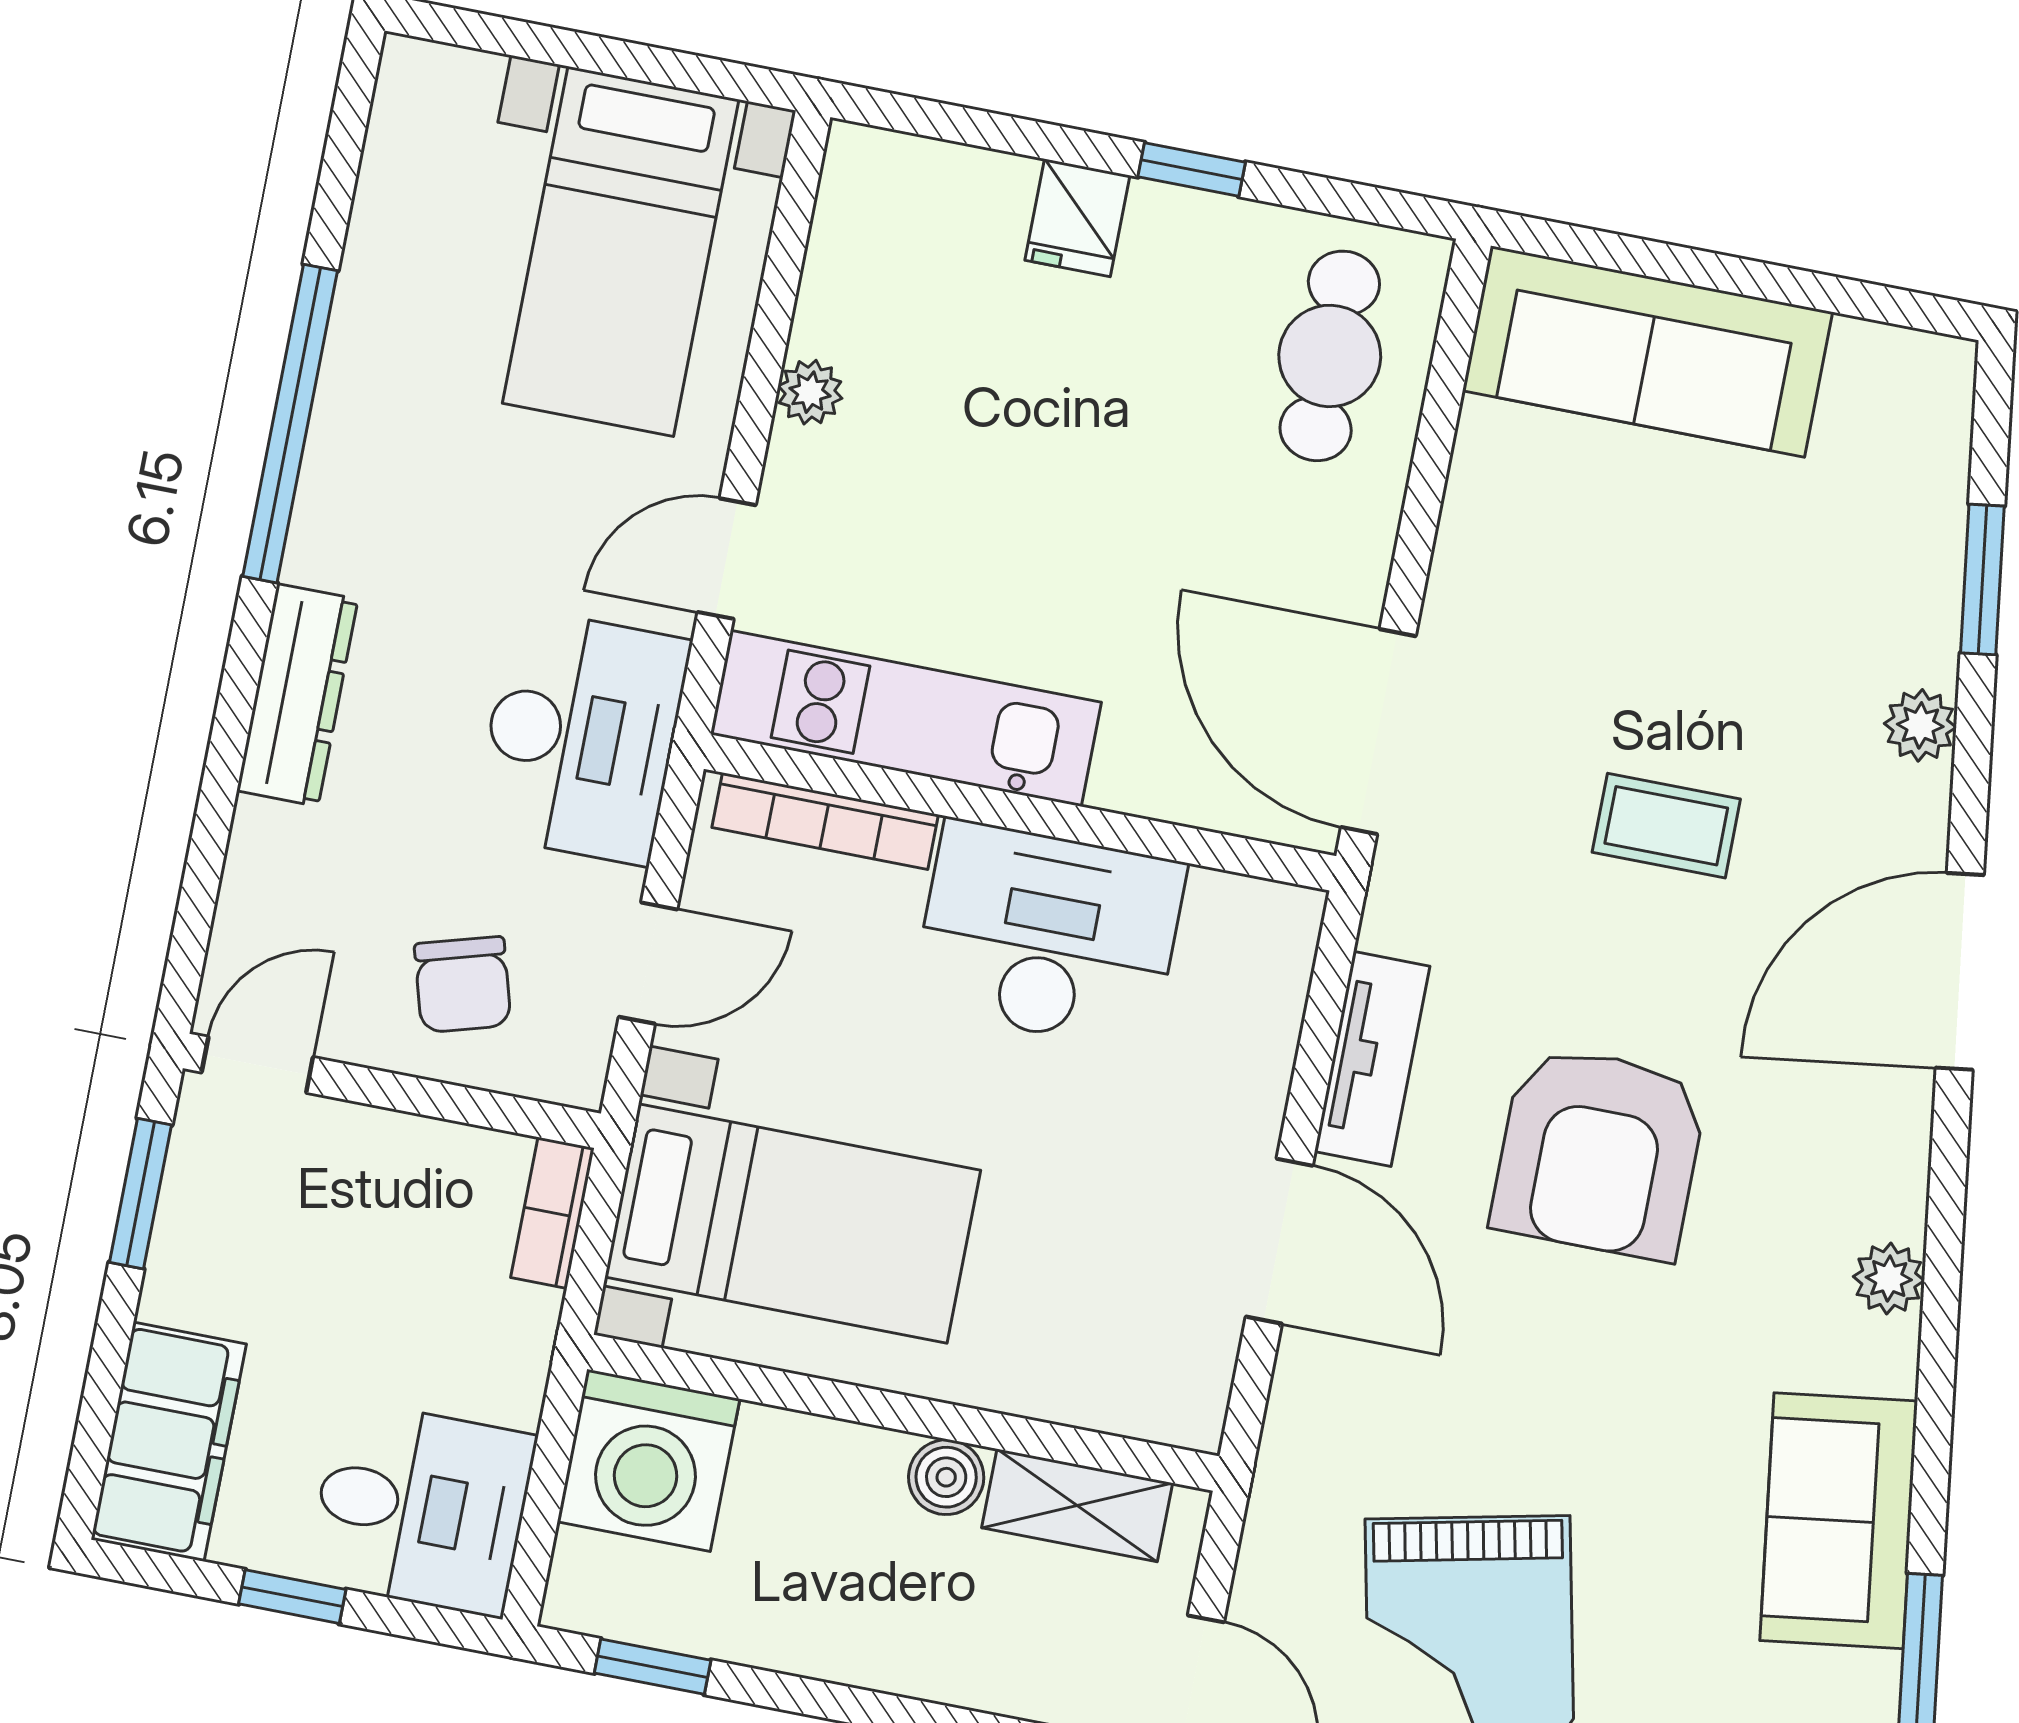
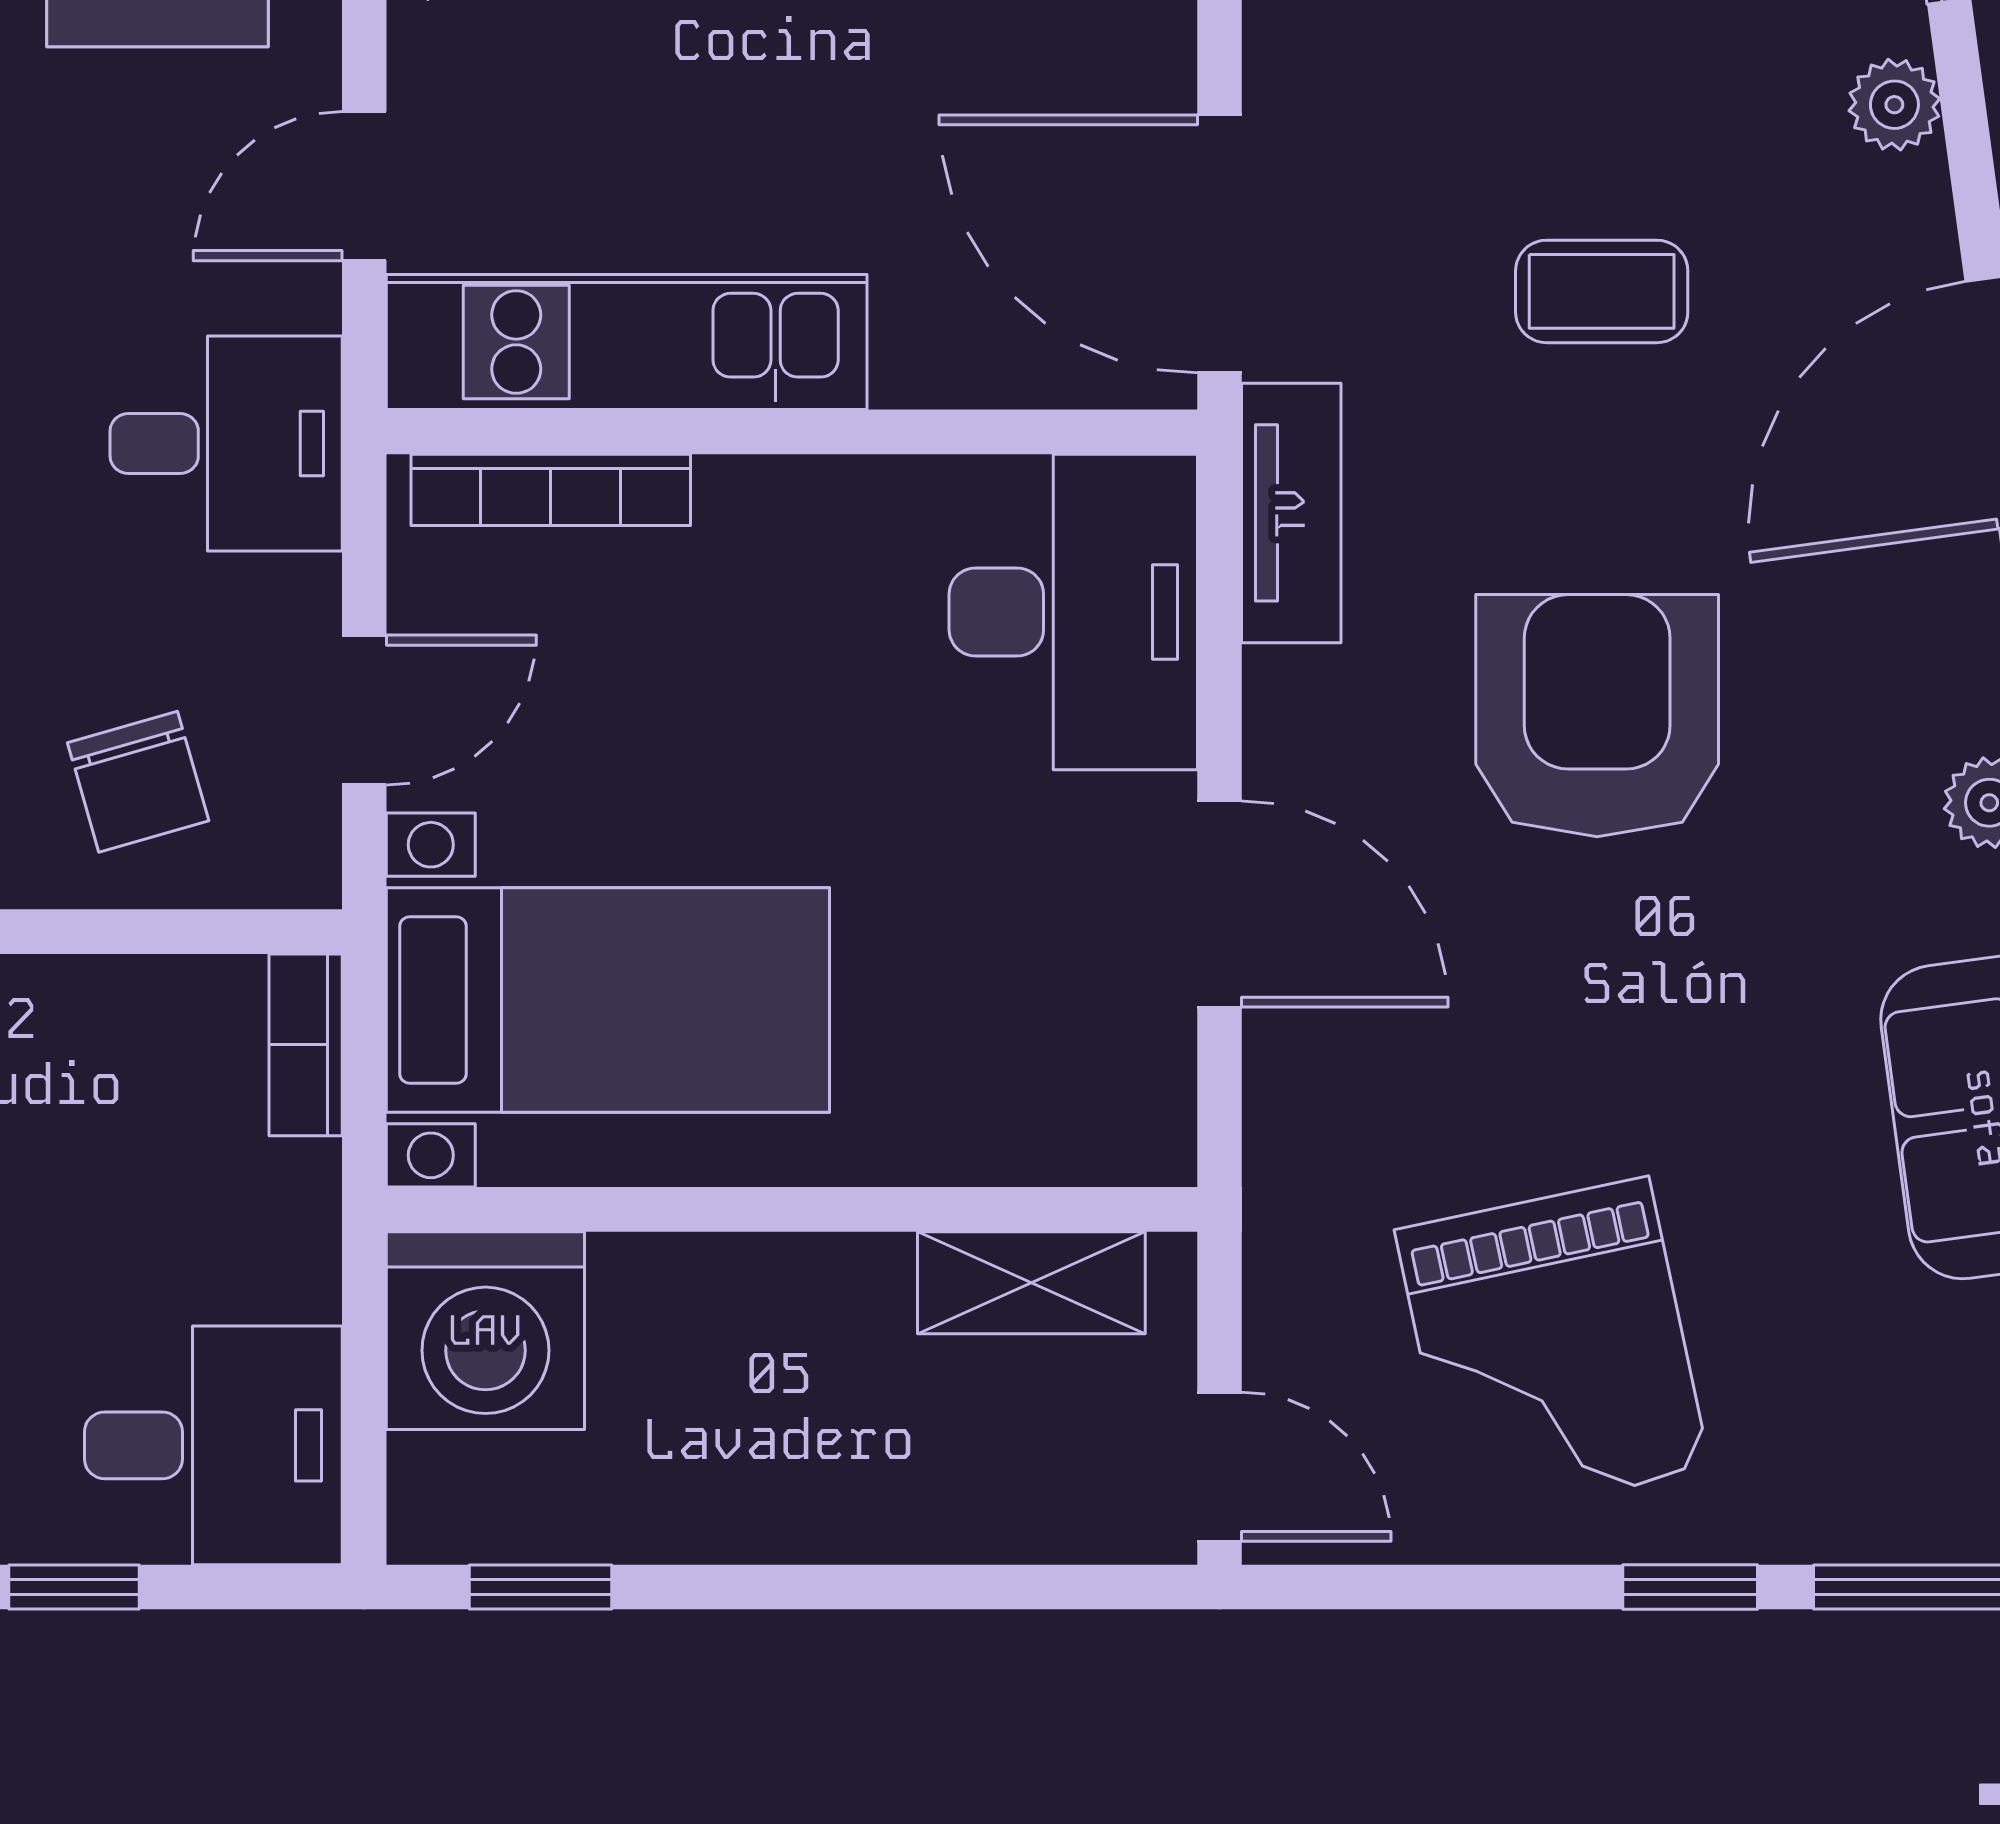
desk: (581, 737) -> (226, 444), width x0.73
desk: (1048, 935) -> (1073, 612), moved, turned 90
tv unit: (1372, 1059) -> (1291, 513), moved
armchair: (1599, 1153) -> (1597, 716), turned 180
boiler: (946, 1477) -> (861, 1279), removed

